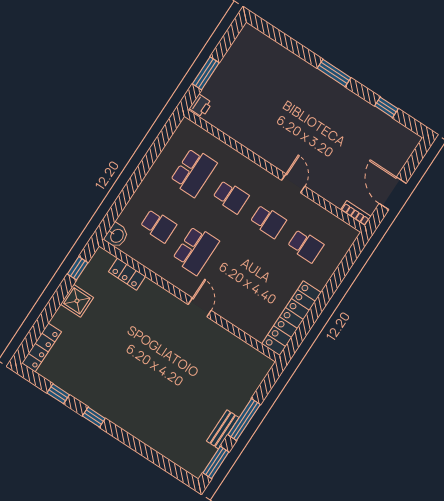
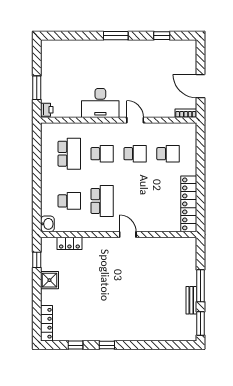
desk: (267, 138) -> (100, 103), added

